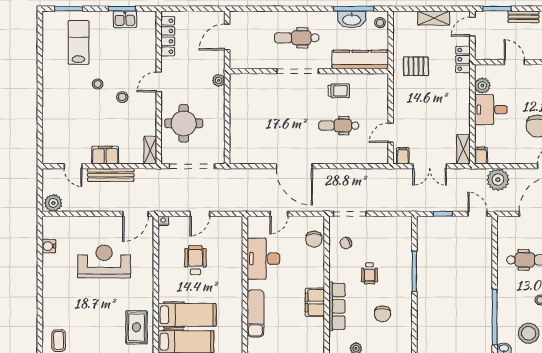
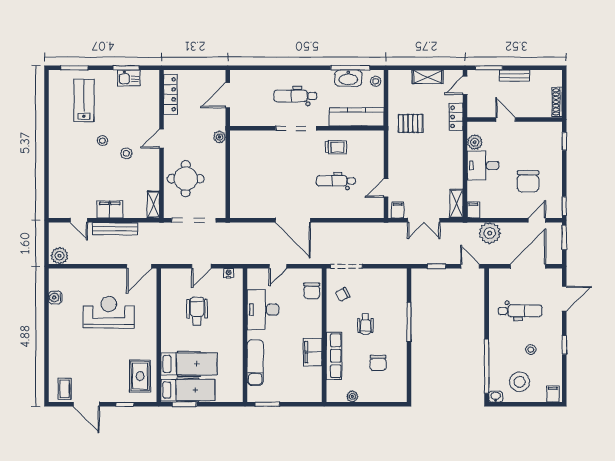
nightstand: (163, 221) -> (229, 273), moved

